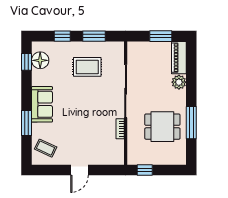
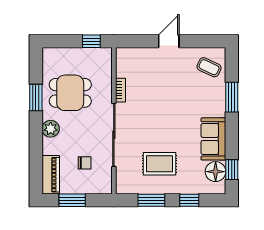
chair: (150, 68) -> (85, 163), added
plant: (179, 82) -> (51, 129), moved
sofa: (42, 104) -> (213, 139), moved
window: (191, 123) -> (36, 98), width x0.69

